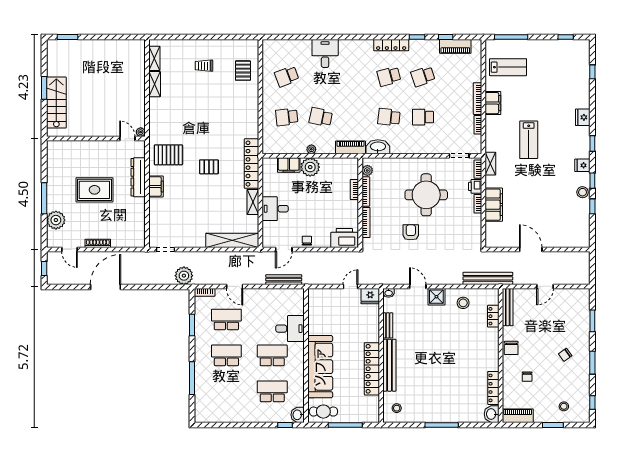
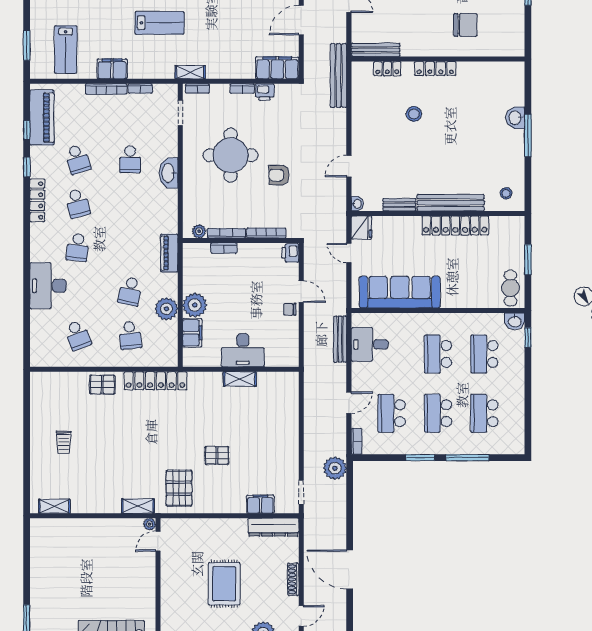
window: (511, 37) -> (27, 45), width x0.69
piano: (455, 46) -> (42, 118), width x1.37, depth x1.33
desk: (325, 54) -> (48, 286), width x1.37
lab bench: (508, 67) -> (66, 49), turned 180
pallet: (243, 71) -> (102, 385), moved
shelving: (155, 84) -> (138, 506), moved
school desk: (389, 117) -> (78, 247), moved
washbasin: (378, 147) -> (169, 173), moved
plant: (311, 149) -> (166, 309), width x1.88, depth x1.88
locker: (252, 164) -> (155, 381), moved
pallet: (209, 167) -> (217, 455), moved, turned 90
dresser: (138, 177) -> (273, 527), moved
printer: (475, 186) -> (265, 92), moved
filing cabinet: (156, 187) -> (260, 504), moved
filing cabinet: (494, 205) -> (277, 68), moved
desk: (275, 209) -> (243, 350), width x1.37
printer: (344, 238) -> (290, 253), width x0.53, depth x0.68
shelving: (232, 240) -> (289, 406), removed
door: (284, 249) -> (301, 292), moved
shower: (436, 297) -> (362, 142), removed
stool: (463, 303) -> (414, 114), moved
window: (192, 325) -> (420, 458), moved
desk: (290, 329) -> (370, 344), moved, turned -90
chair: (511, 348) -> (428, 45), removed
sofa: (320, 367) -> (400, 292), moved
chair: (527, 377) -> (465, 25), width x1.87, depth x1.87
locker: (493, 388) -> (435, 69), moved
school desk: (226, 391) -> (484, 413), added
washbasin: (492, 414) -> (515, 118), moved, turned 90
piano: (518, 416) -> (516, 37), removed
window: (345, 425) -> (528, 260), width x0.69

